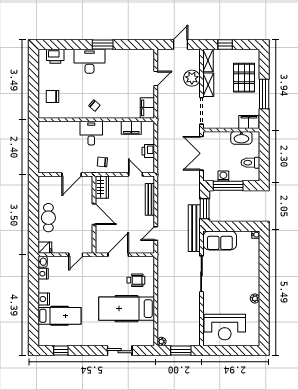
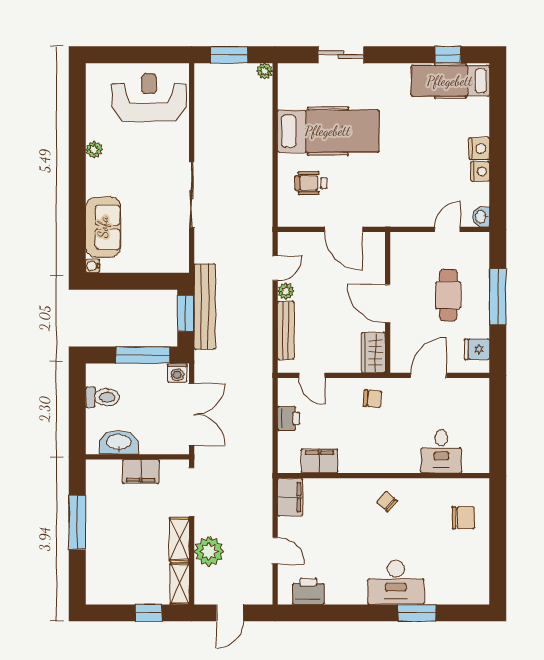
window: (103, 44) -> (417, 613), moved
printer: (55, 56) -> (308, 591), moved
pallet: (244, 78) -> (114, 552), removed
door: (156, 79) -> (275, 551), swing flipped
filing cabinet: (249, 122) -> (141, 471), moved
desk: (91, 133) -> (441, 451), moved
washing machine: (223, 176) -> (177, 373), moved
window: (34, 218) -> (498, 297), added
cafe table: (48, 218) -> (448, 295), moved
plant: (150, 221) -> (286, 291), added
bench: (194, 228) -> (205, 306), moved
sofa: (220, 240) -> (103, 227), moved, turned 90
fridge: (45, 248) -> (477, 349), moved
door: (76, 255) -> (447, 229), moved
door: (118, 255) -> (343, 229), hinge flipped
nightstand: (43, 274) -> (480, 171), moved
hospital bed: (60, 316) -> (450, 81), moved

